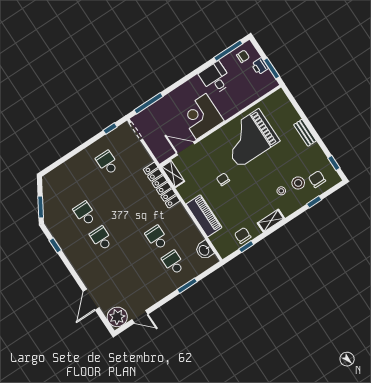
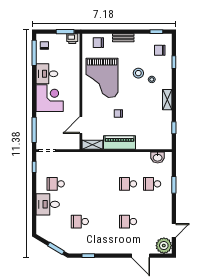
printer: (260, 66) -> (72, 39), moved
corner desk: (201, 116) -> (50, 98), moved, turned 180
desk: (81, 168) -> (48, 204), added
stool: (298, 183) -> (138, 73), moved
locker: (162, 185) -> (95, 157), removed
piano: (204, 216) -> (119, 142), moved
chair: (243, 236) -> (98, 43), moved
school desk: (101, 238) -> (128, 222), moved

